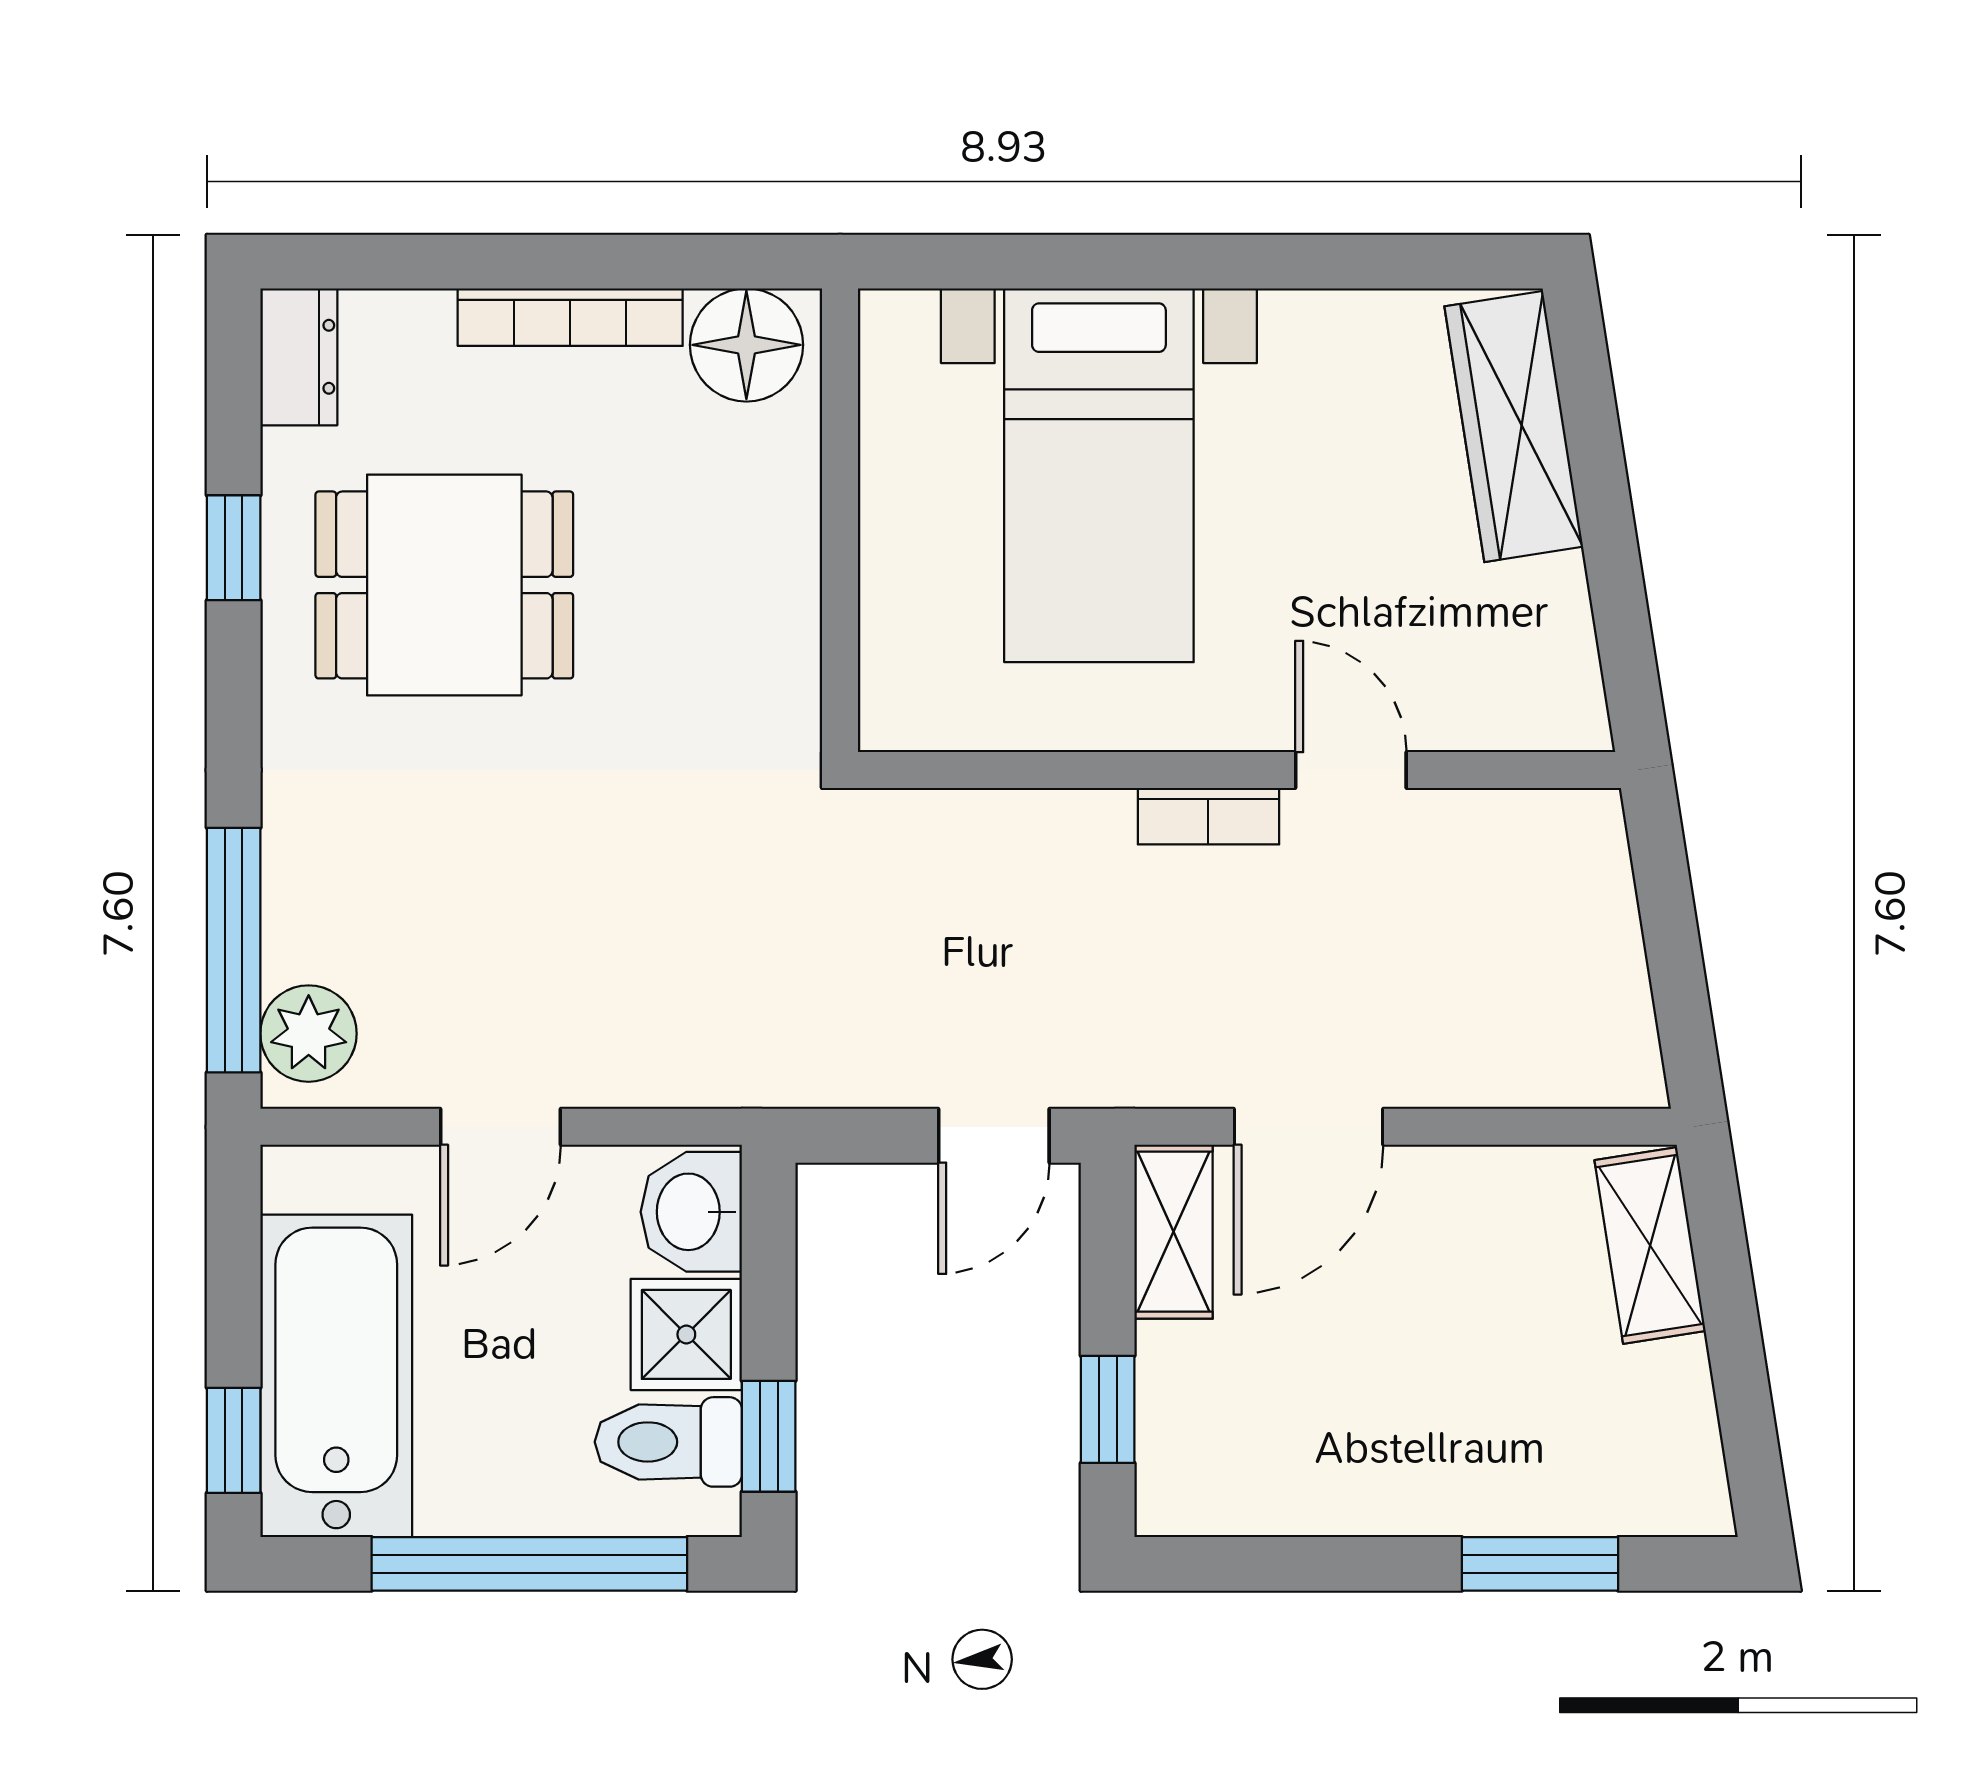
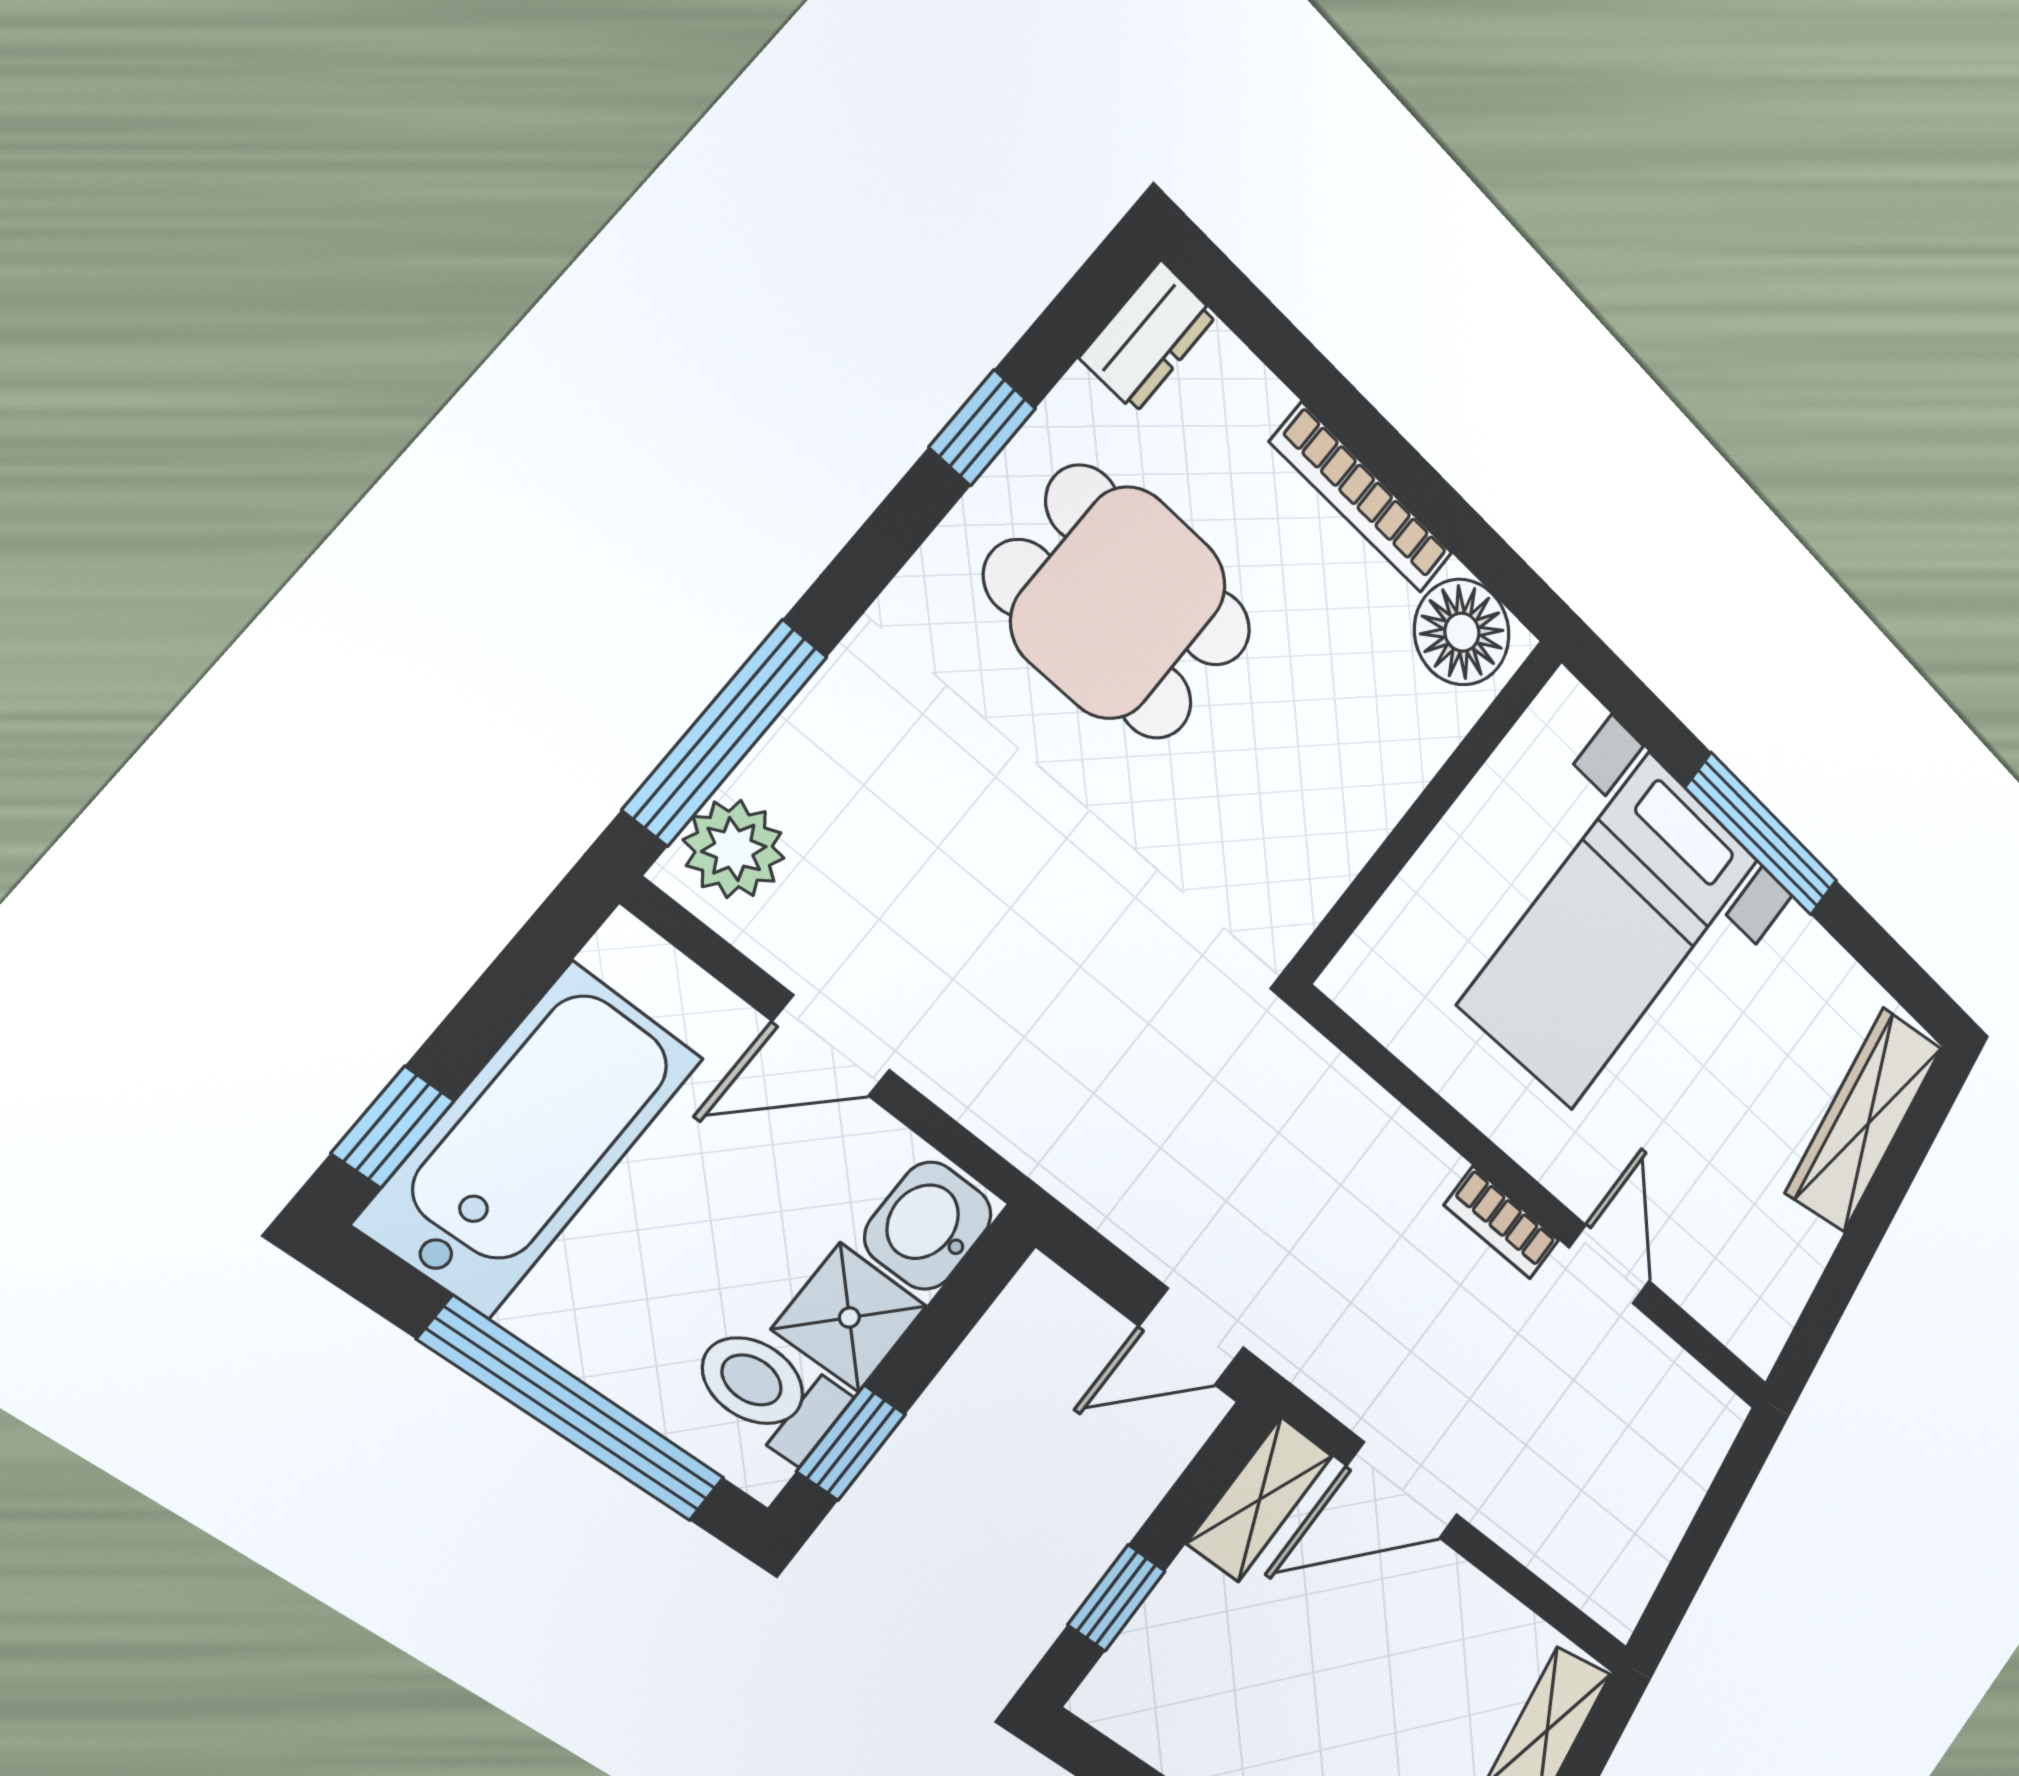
window: (1178, 262) -> (1762, 835), added

